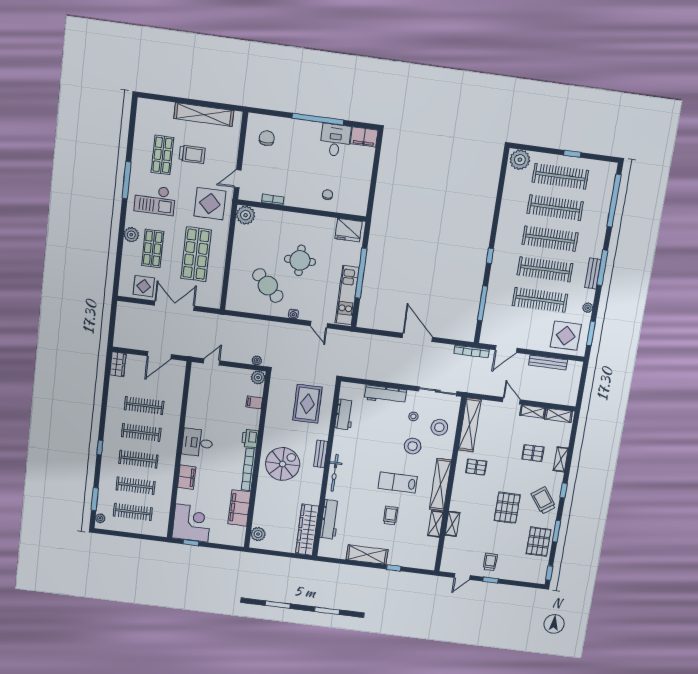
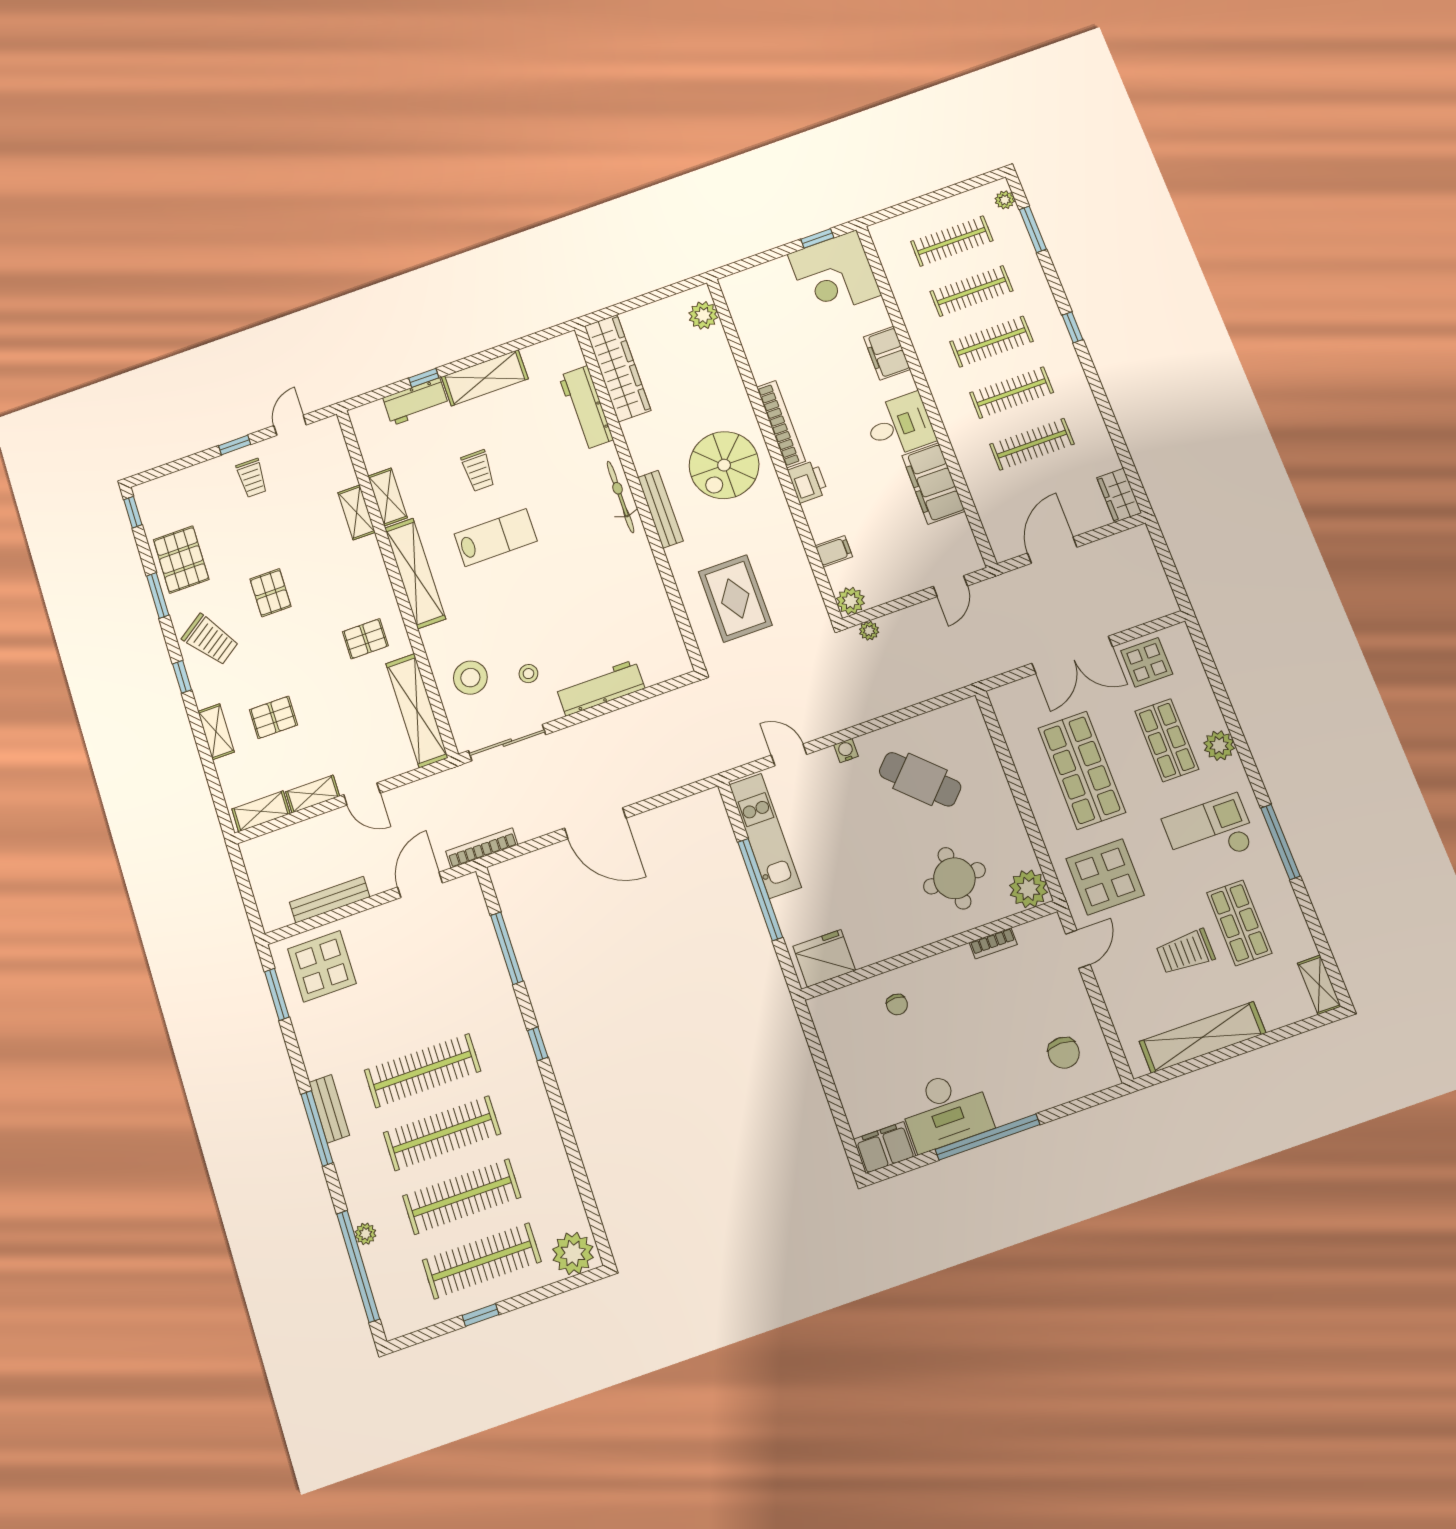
shelving: (142, 111) -> (1319, 985), added
desk: (335, 140) -> (945, 1110), width x1.37
round table: (300, 260) -> (954, 878), moved
clothes rail: (540, 300) -> (403, 1009), removed
plant: (588, 308) -> (365, 1234), moved
workbench: (344, 414) -> (416, 402), moved, turned -90
stool: (413, 446) -> (502, 618), removed
bench: (321, 454) -> (660, 509), width x1.36
filing cabinet: (239, 508) -> (933, 483), moved, turned 180
pallet: (507, 508) -> (271, 593), width x0.67, depth x0.71

